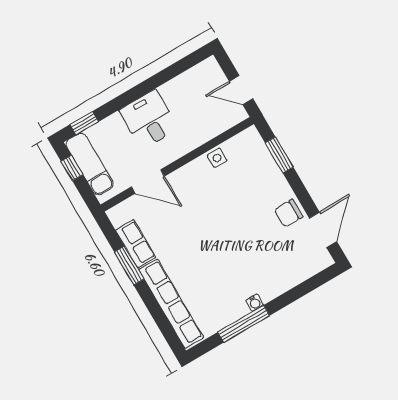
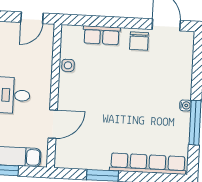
window: (279, 155) -> (94, 21), removed
row of seats: (136, 244) -> (102, 35), moved, turned 180

